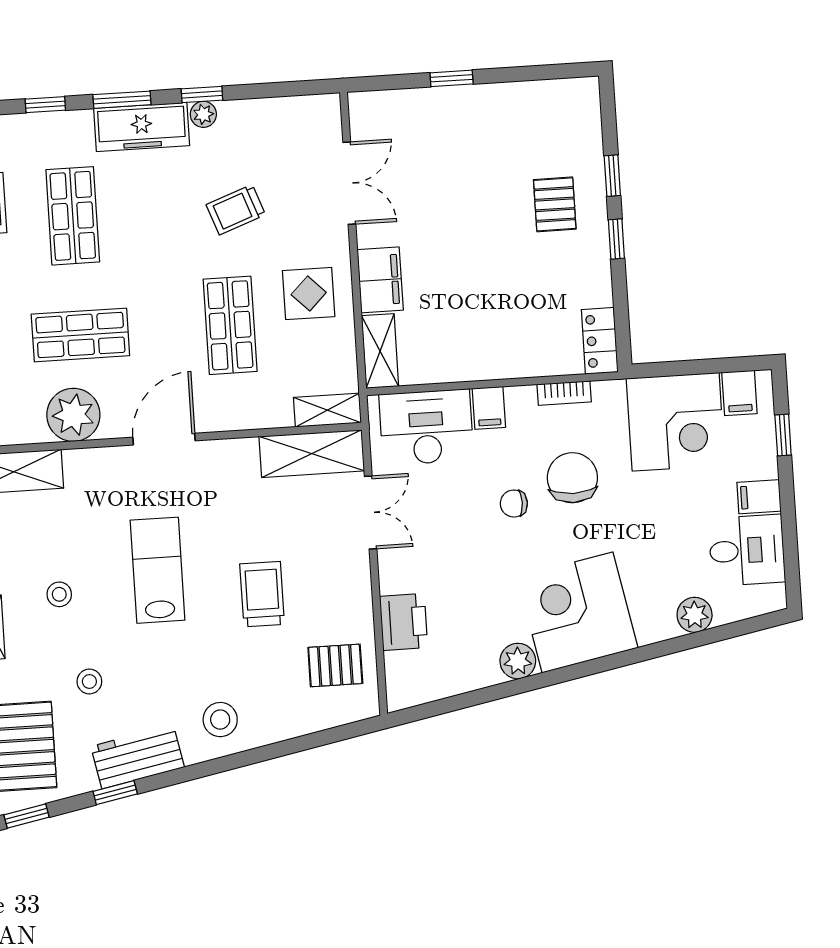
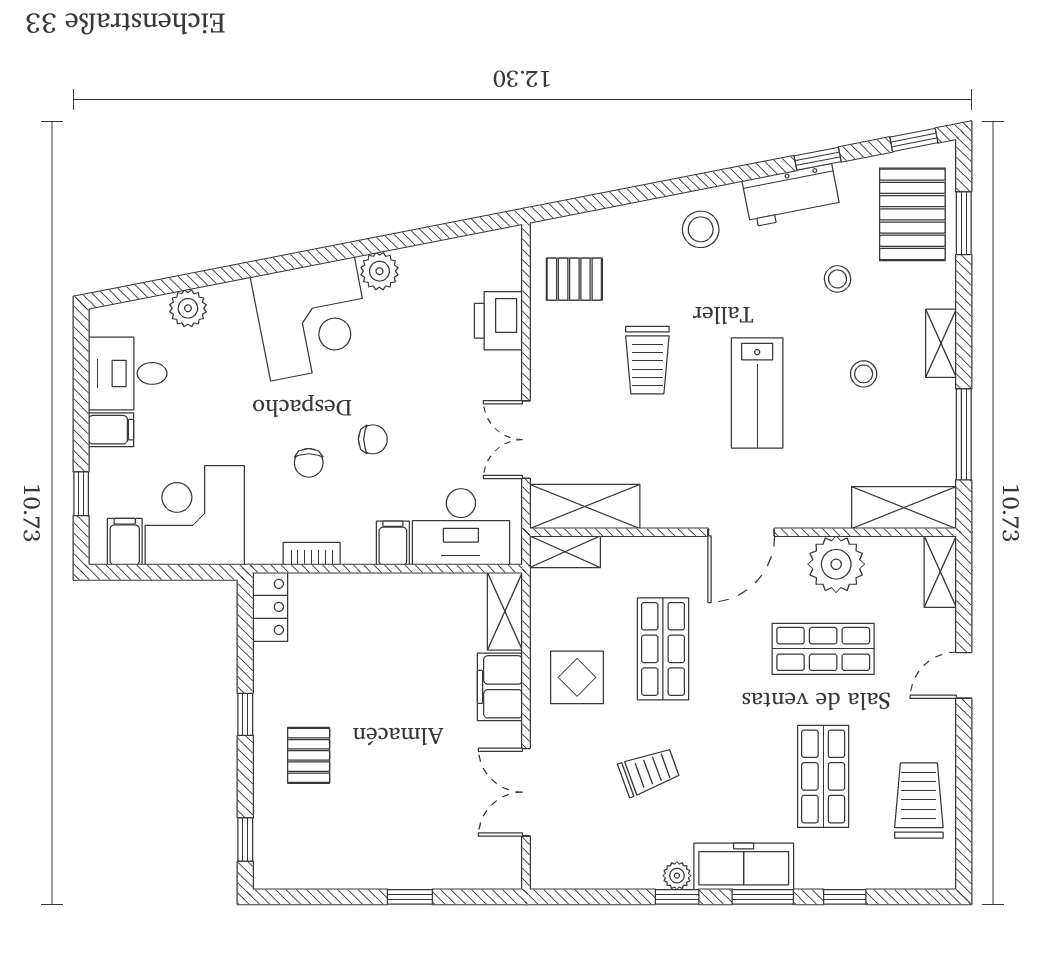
window: (612, 176) -> (245, 840), moved
chair: (572, 478) -> (309, 463), width x0.54, depth x0.54

